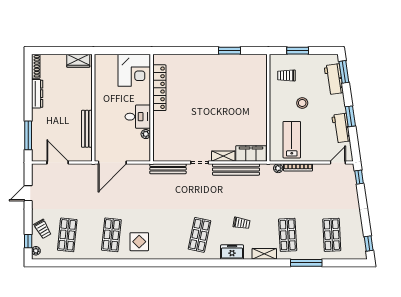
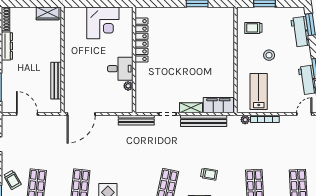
locker: (159, 88) -> (142, 40), moved
wall: (152, 108) -> (134, 60), moved
desk: (138, 117) -> (120, 69), moved
plant: (146, 134) -> (128, 86), moved

